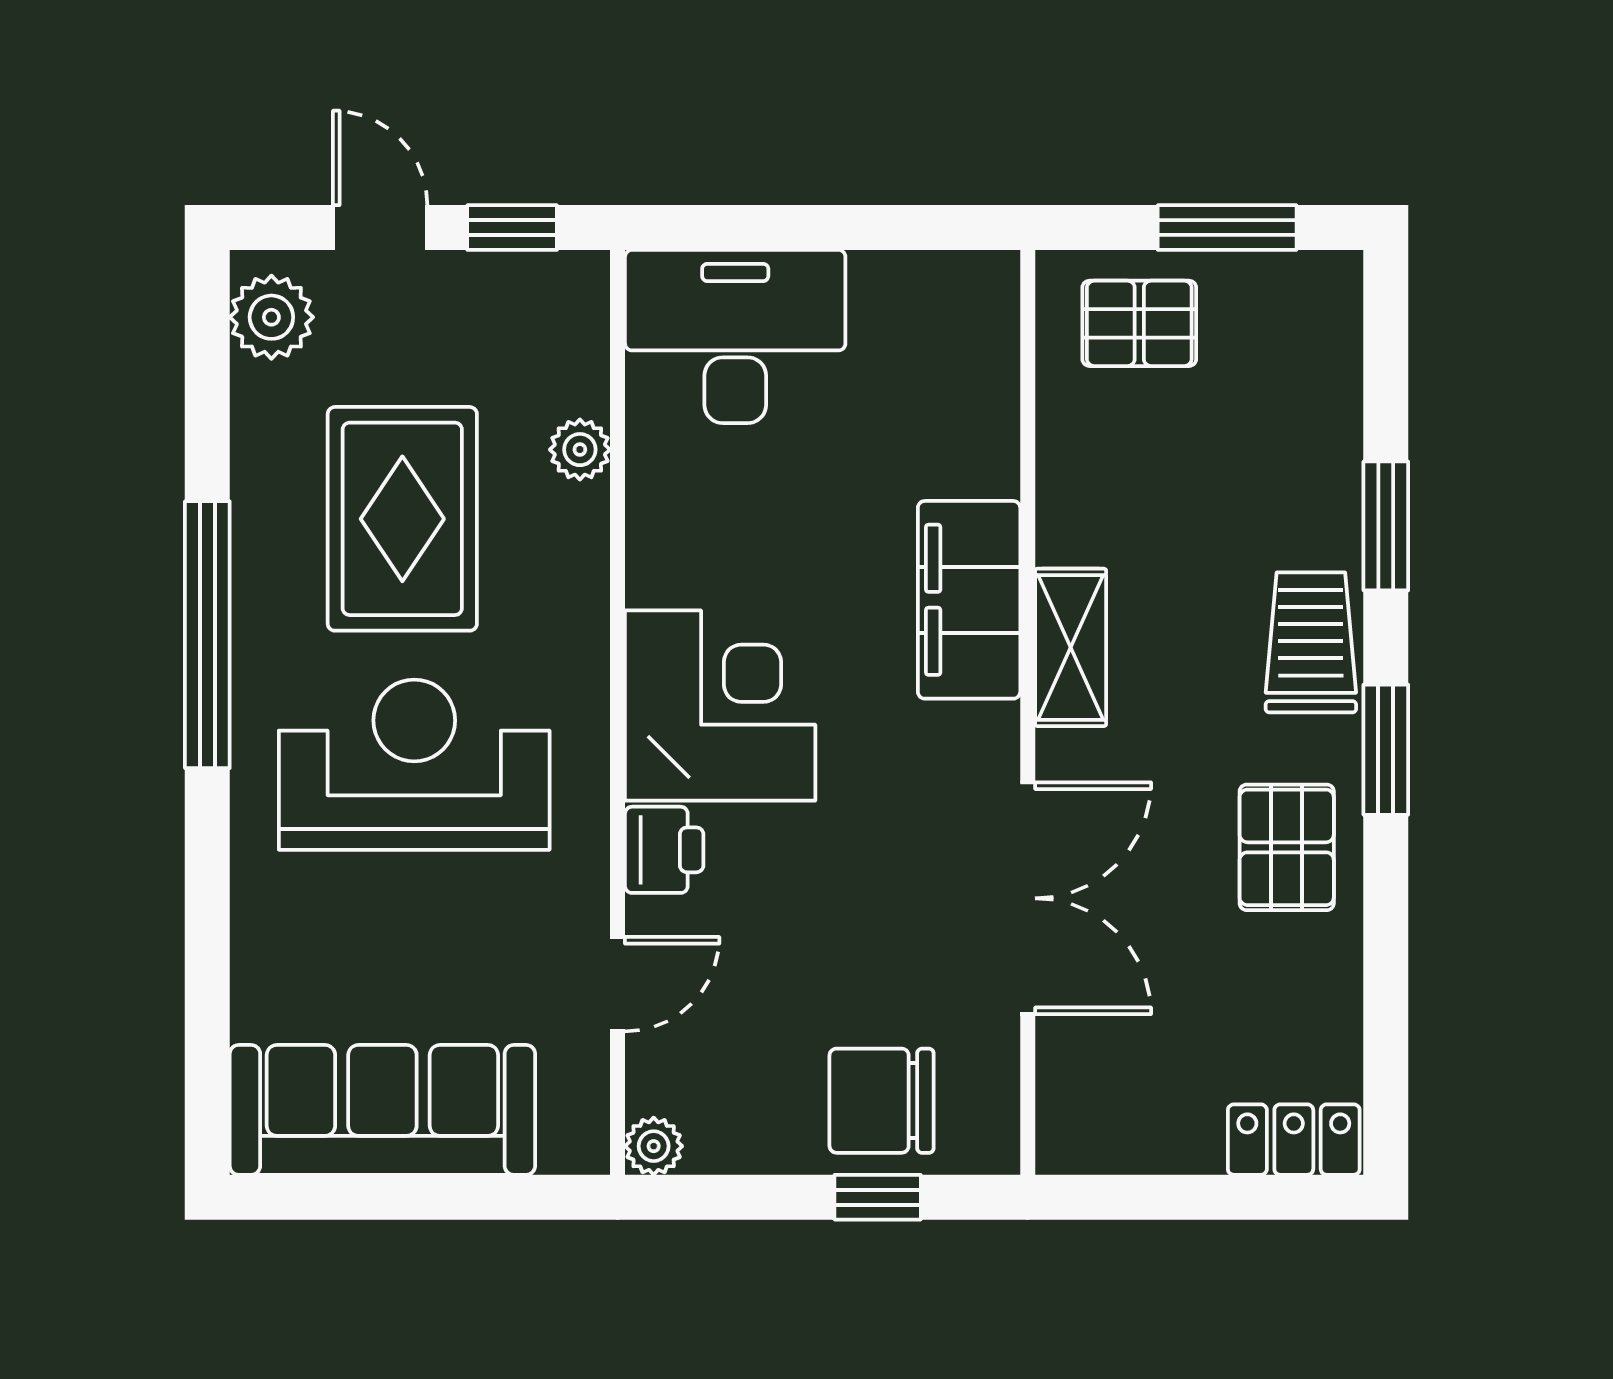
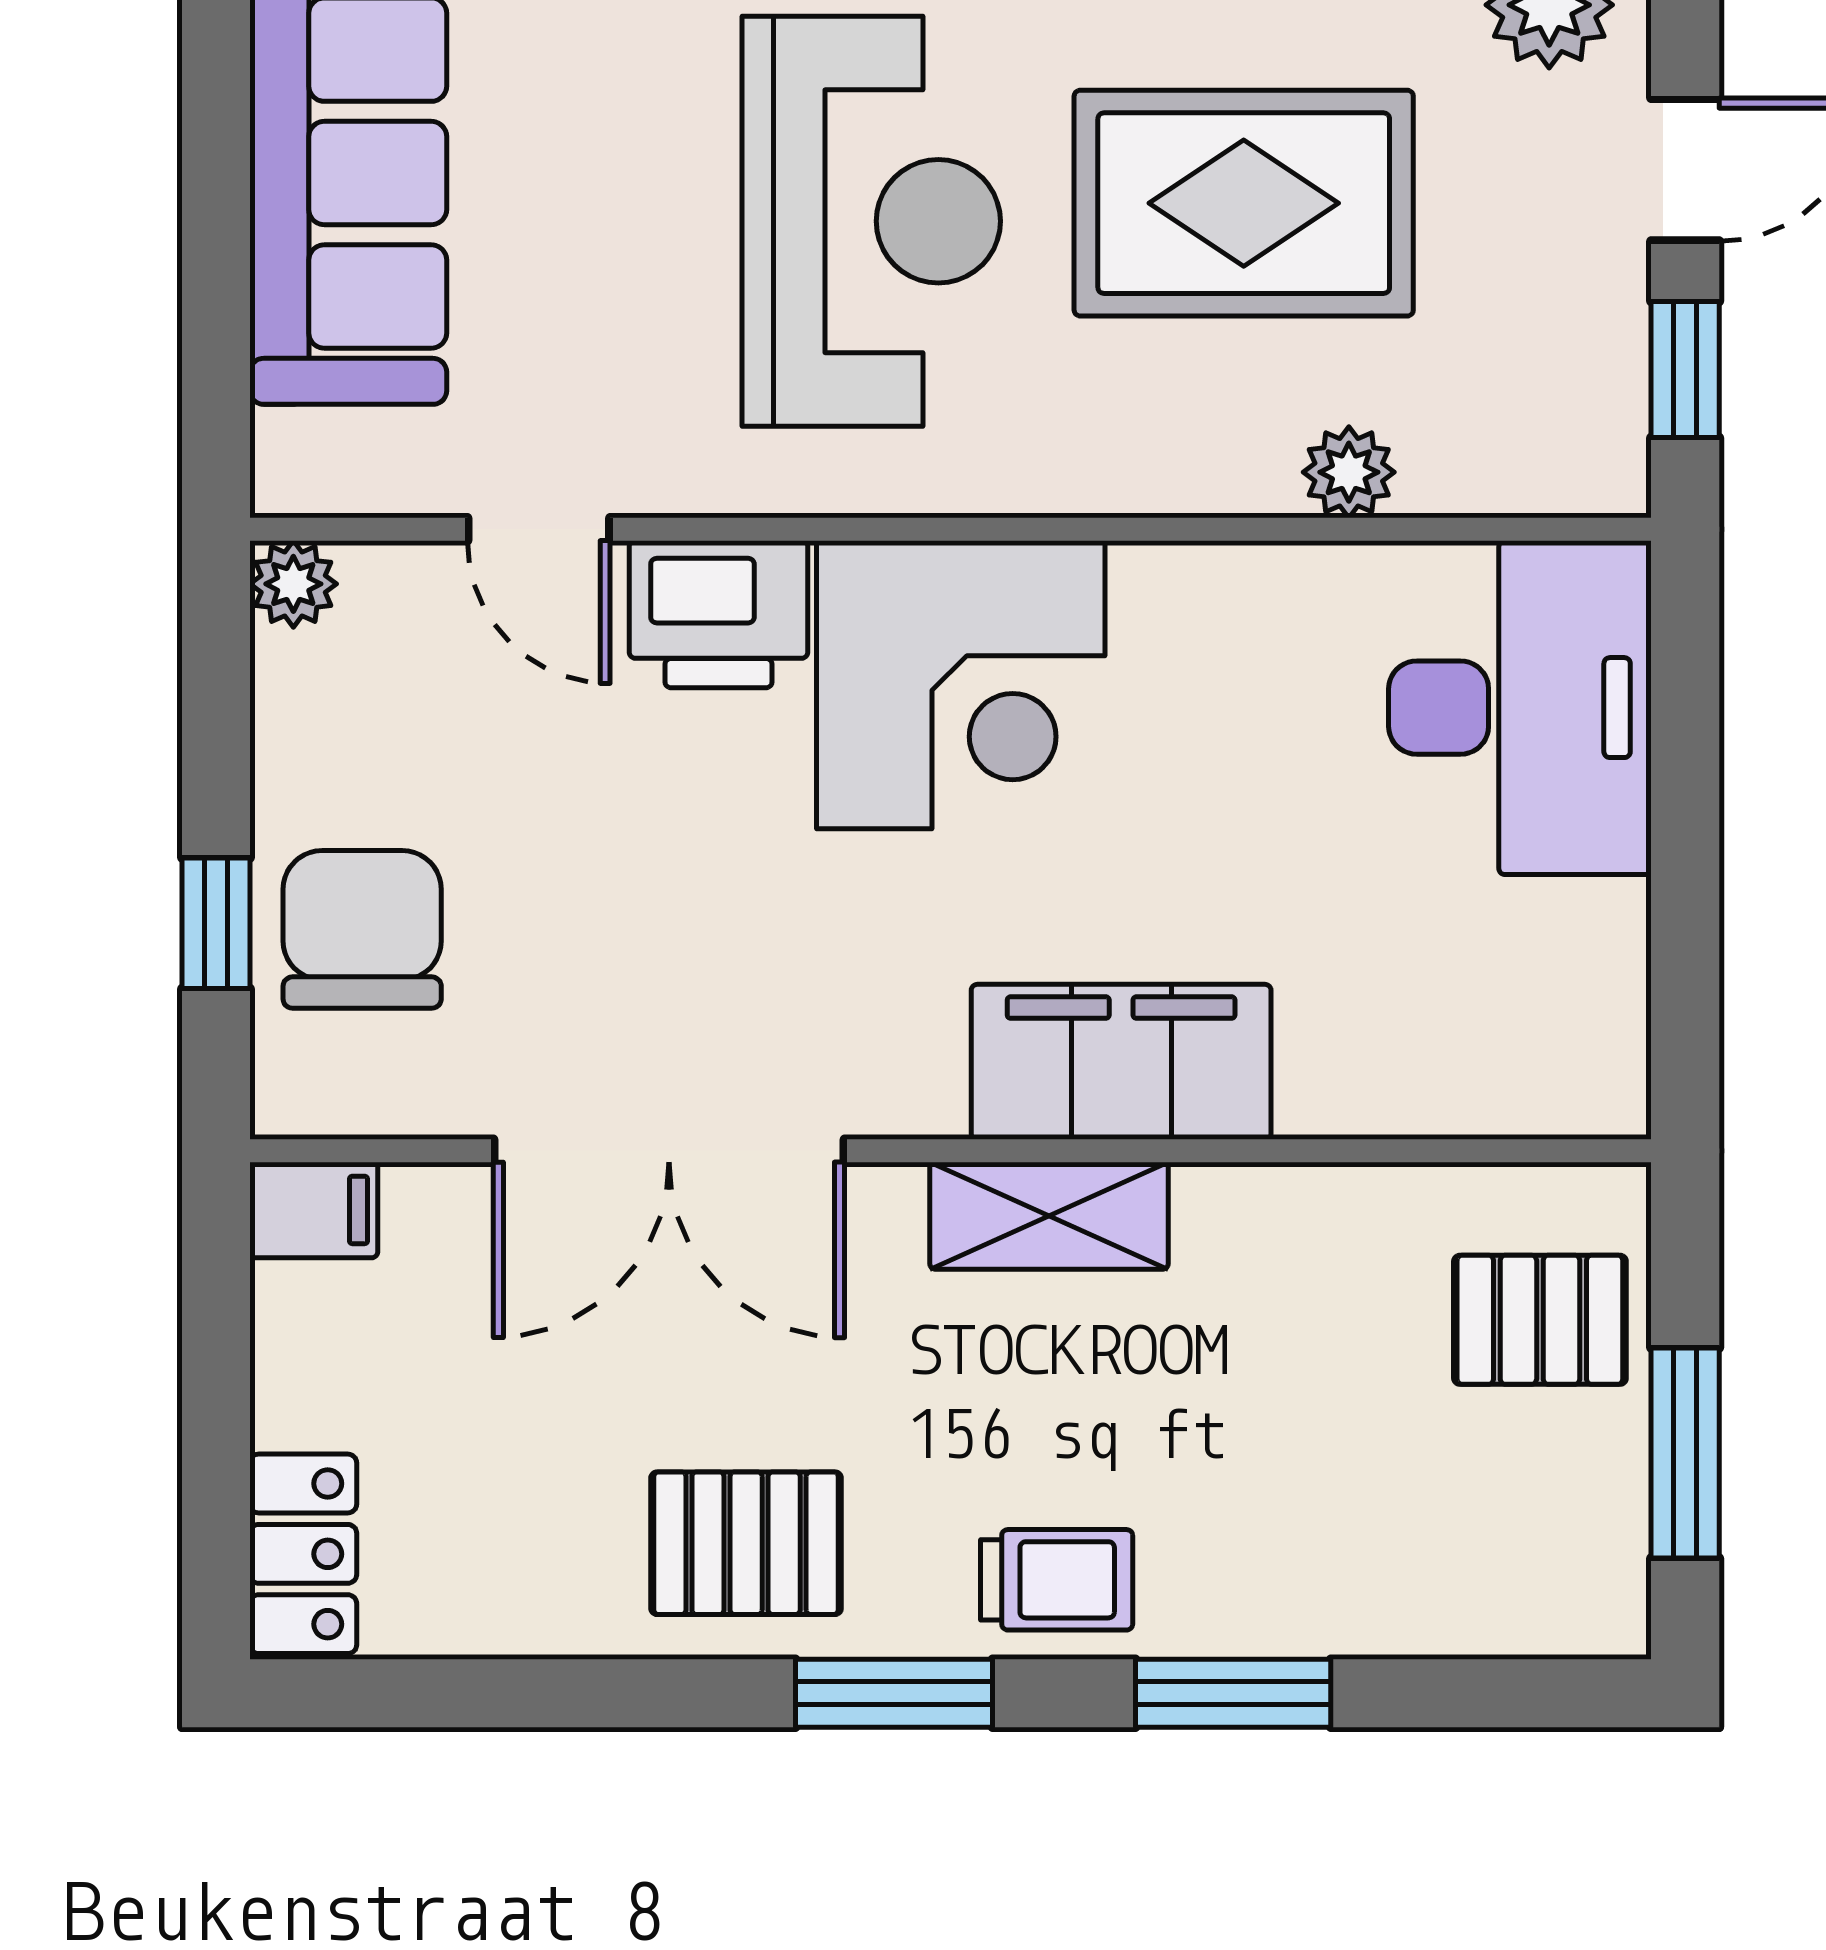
pallet: (1139, 323) -> (1540, 1320), turned 90
trolley: (1311, 642) -> (1057, 1580), width x0.73, depth x0.72
printer: (664, 850) -> (718, 614), width x1.36, depth x1.24
filing cabinet: (1067, 1133) -> (314, 1210), added

